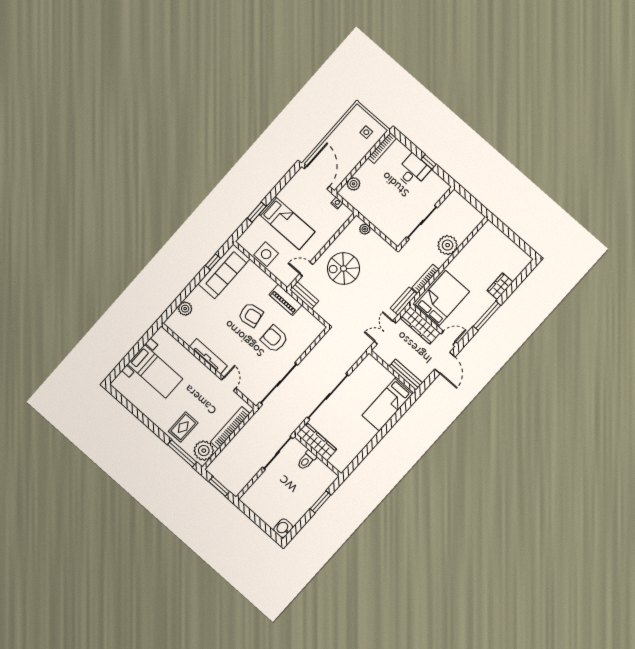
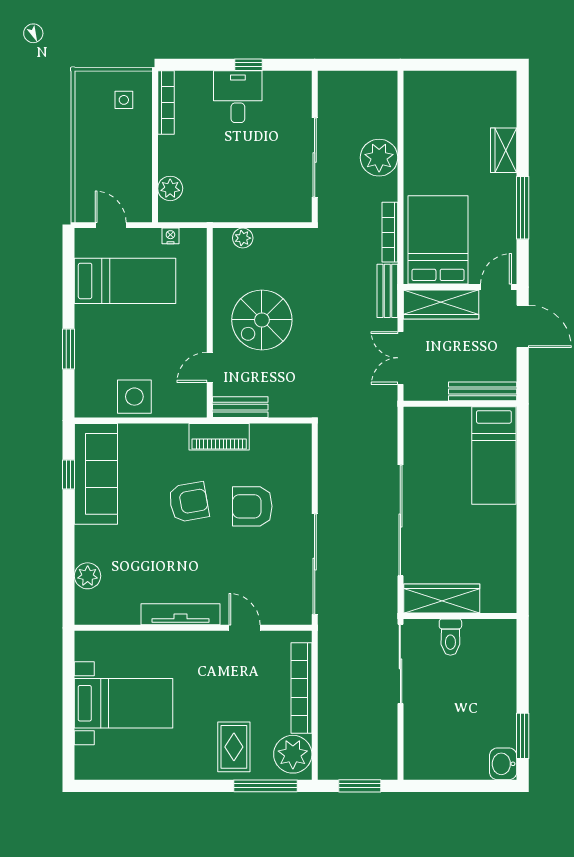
door: (317, 178) -> (111, 225), width x0.53
bed: (287, 223) -> (125, 281), moved
window: (321, 502) -> (523, 736), moved

